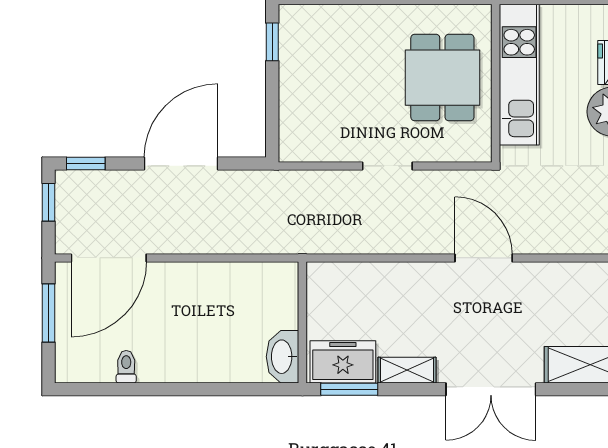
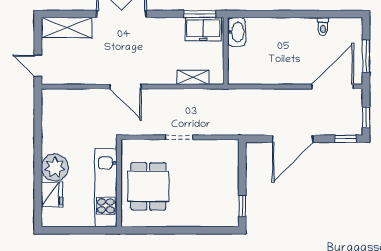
shelving: (407, 370) -> (193, 77), moved

